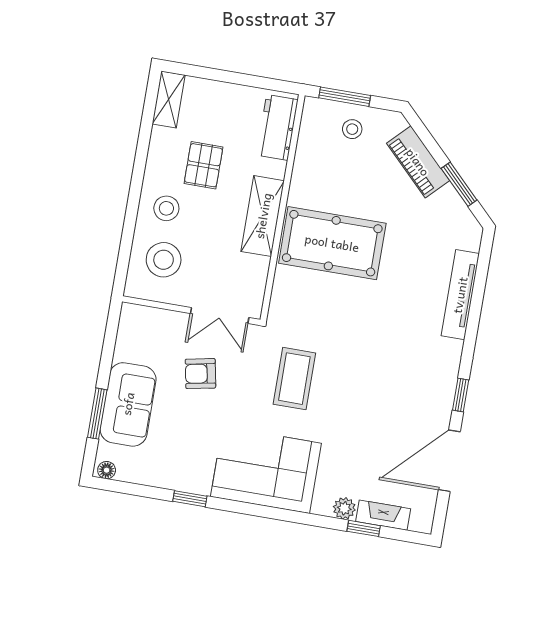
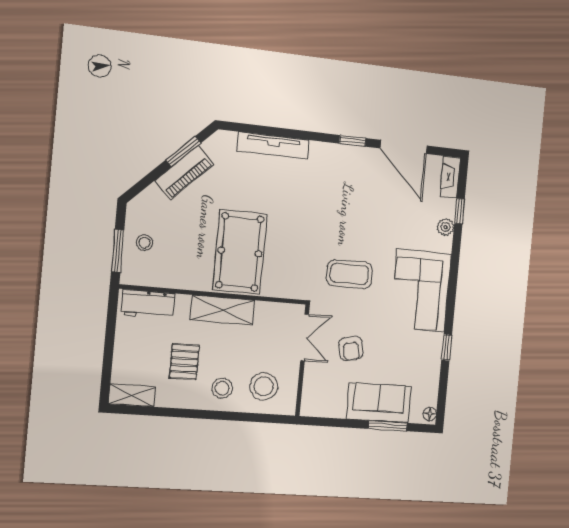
piano: (418, 162) -> (184, 173), moved
pallet: (204, 165) -> (184, 362), turned 90
fireplace: (383, 515) -> (450, 177), moved

